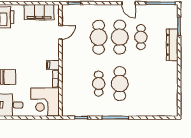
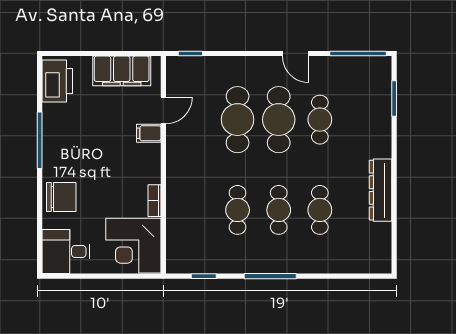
dresser: (172, 45) -> (380, 190), moved
filing cabinet: (53, 65) -> (149, 133), moved
cafe table: (120, 84) -> (279, 210), width x0.73, depth x0.74
cafe table: (141, 84) -> (320, 210), added

